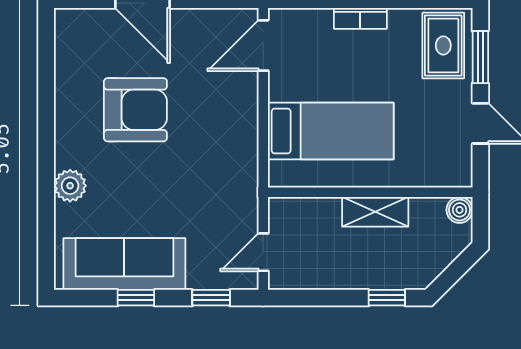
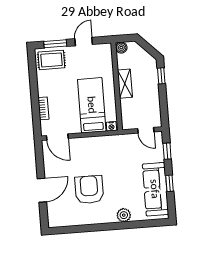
bookcase: (360, 18) -> (43, 108), moved
nightstand: (278, 173) -> (111, 126), added

